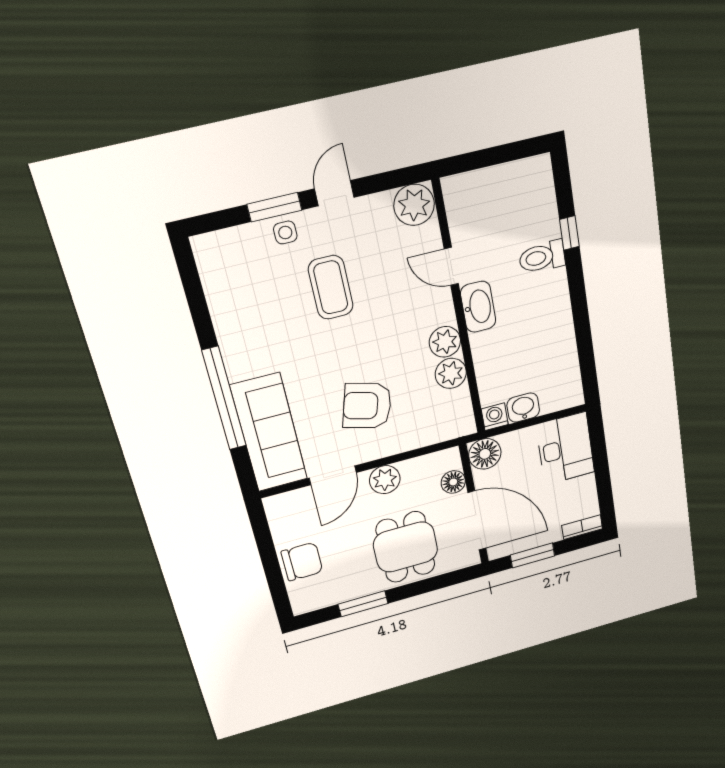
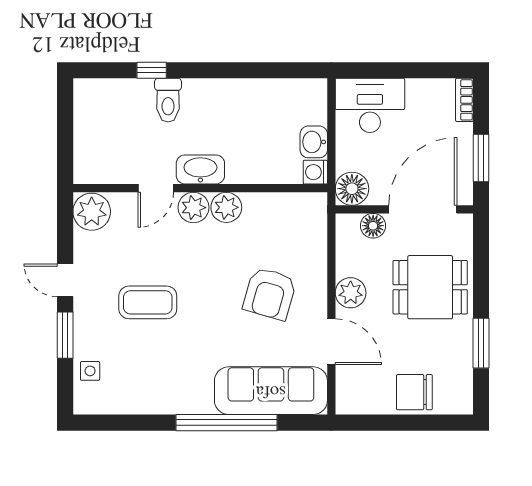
side table: (285, 232) -> (90, 371), moved
plant: (451, 373) -> (193, 208), moved
chair: (302, 562) -> (414, 392), turned -90

